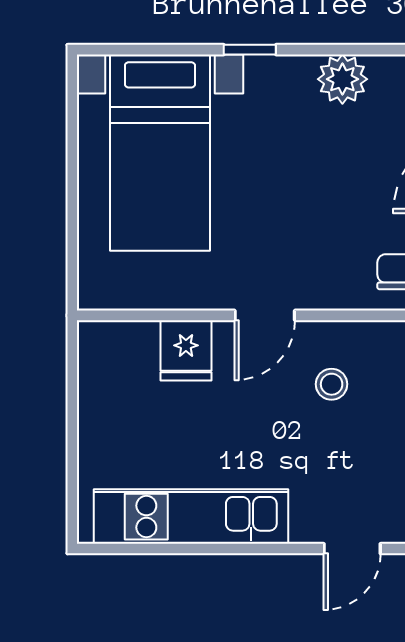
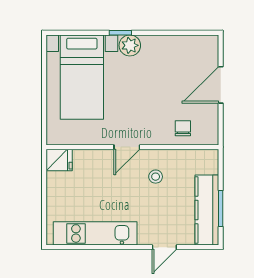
plant: (342, 79) -> (130, 45), moved
fridge: (186, 350) -> (59, 160), moved, turned -90

